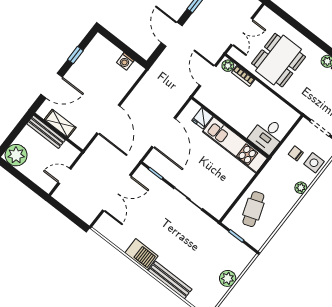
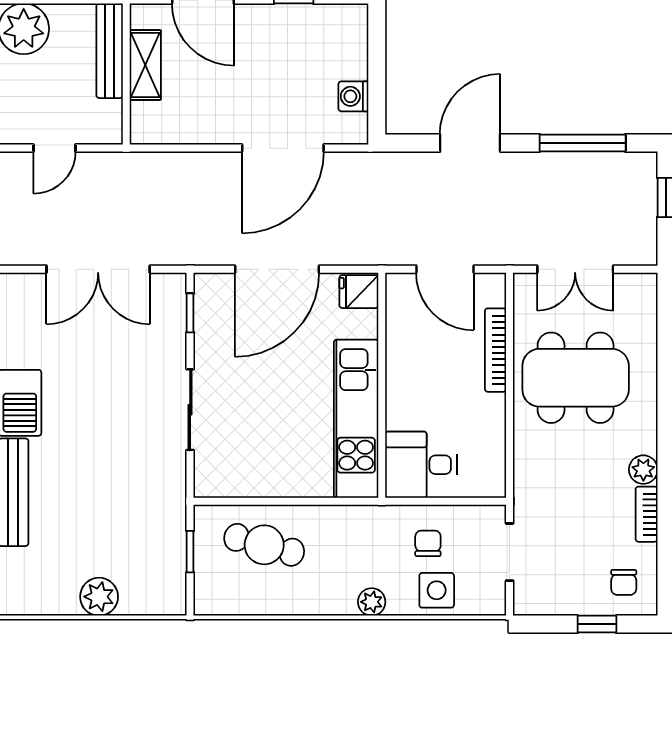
plant: (228, 66) -> (493, 292), removed
door: (208, 76) -> (445, 269), swing flipped
bookcase: (243, 76) -> (496, 350), width x1.56
fridge: (202, 118) -> (359, 292), moved
door: (108, 119) -> (283, 148), moved
door: (64, 176) -> (54, 148), swing flipped
cafe table: (253, 209) -> (264, 545), turned 34

